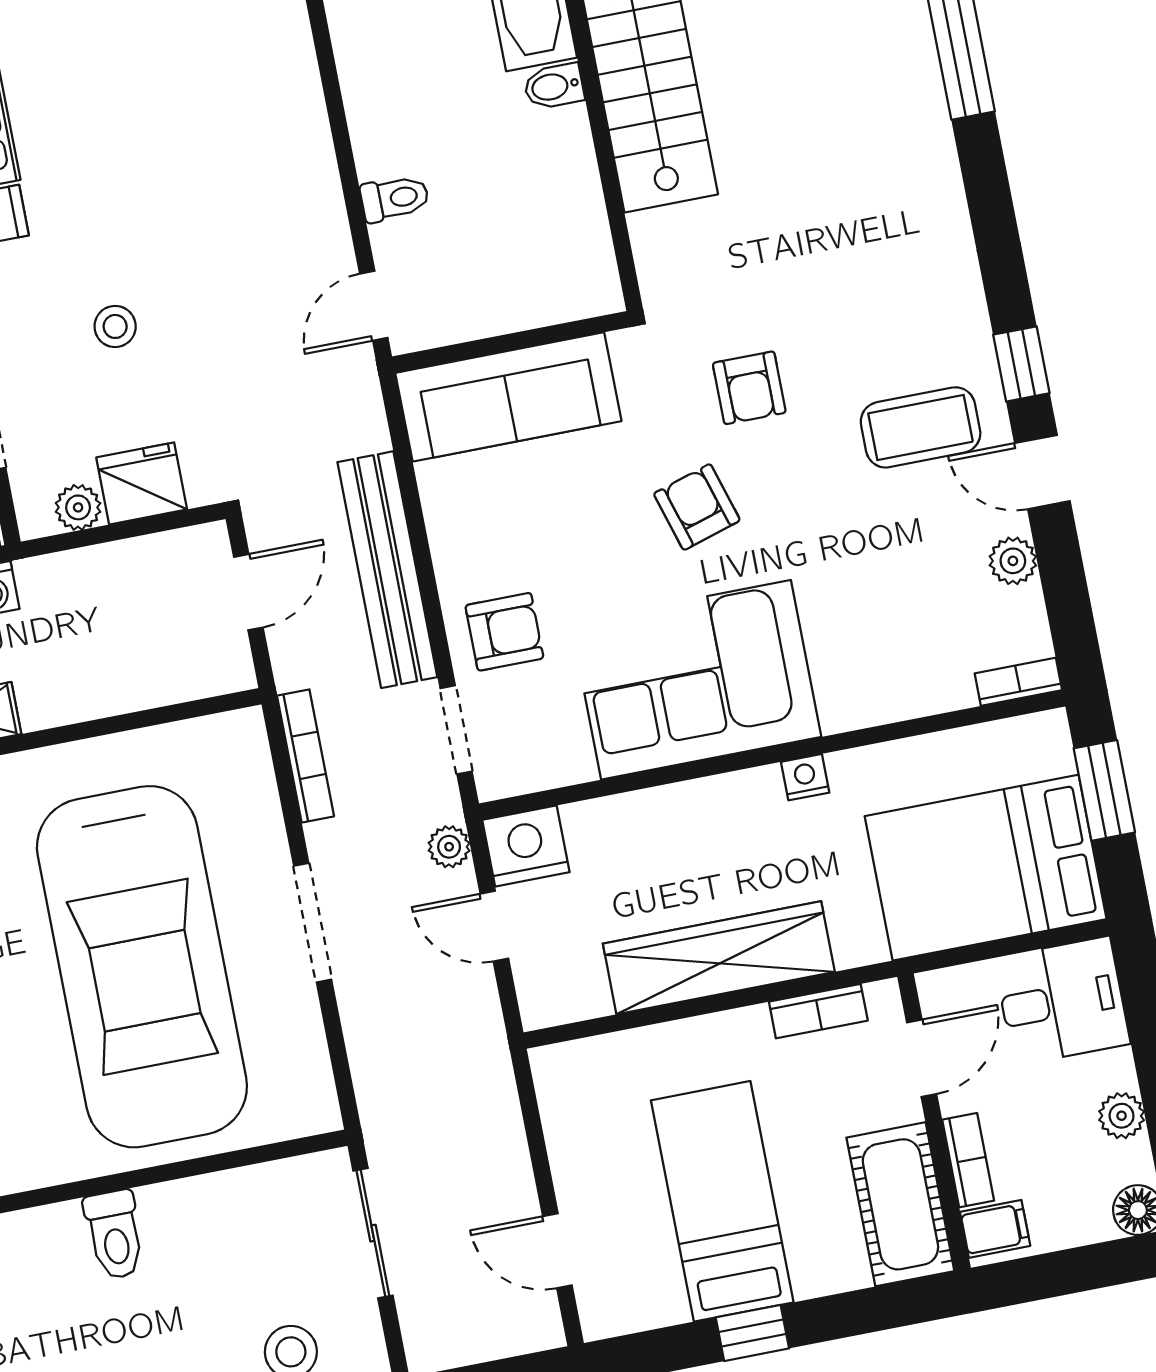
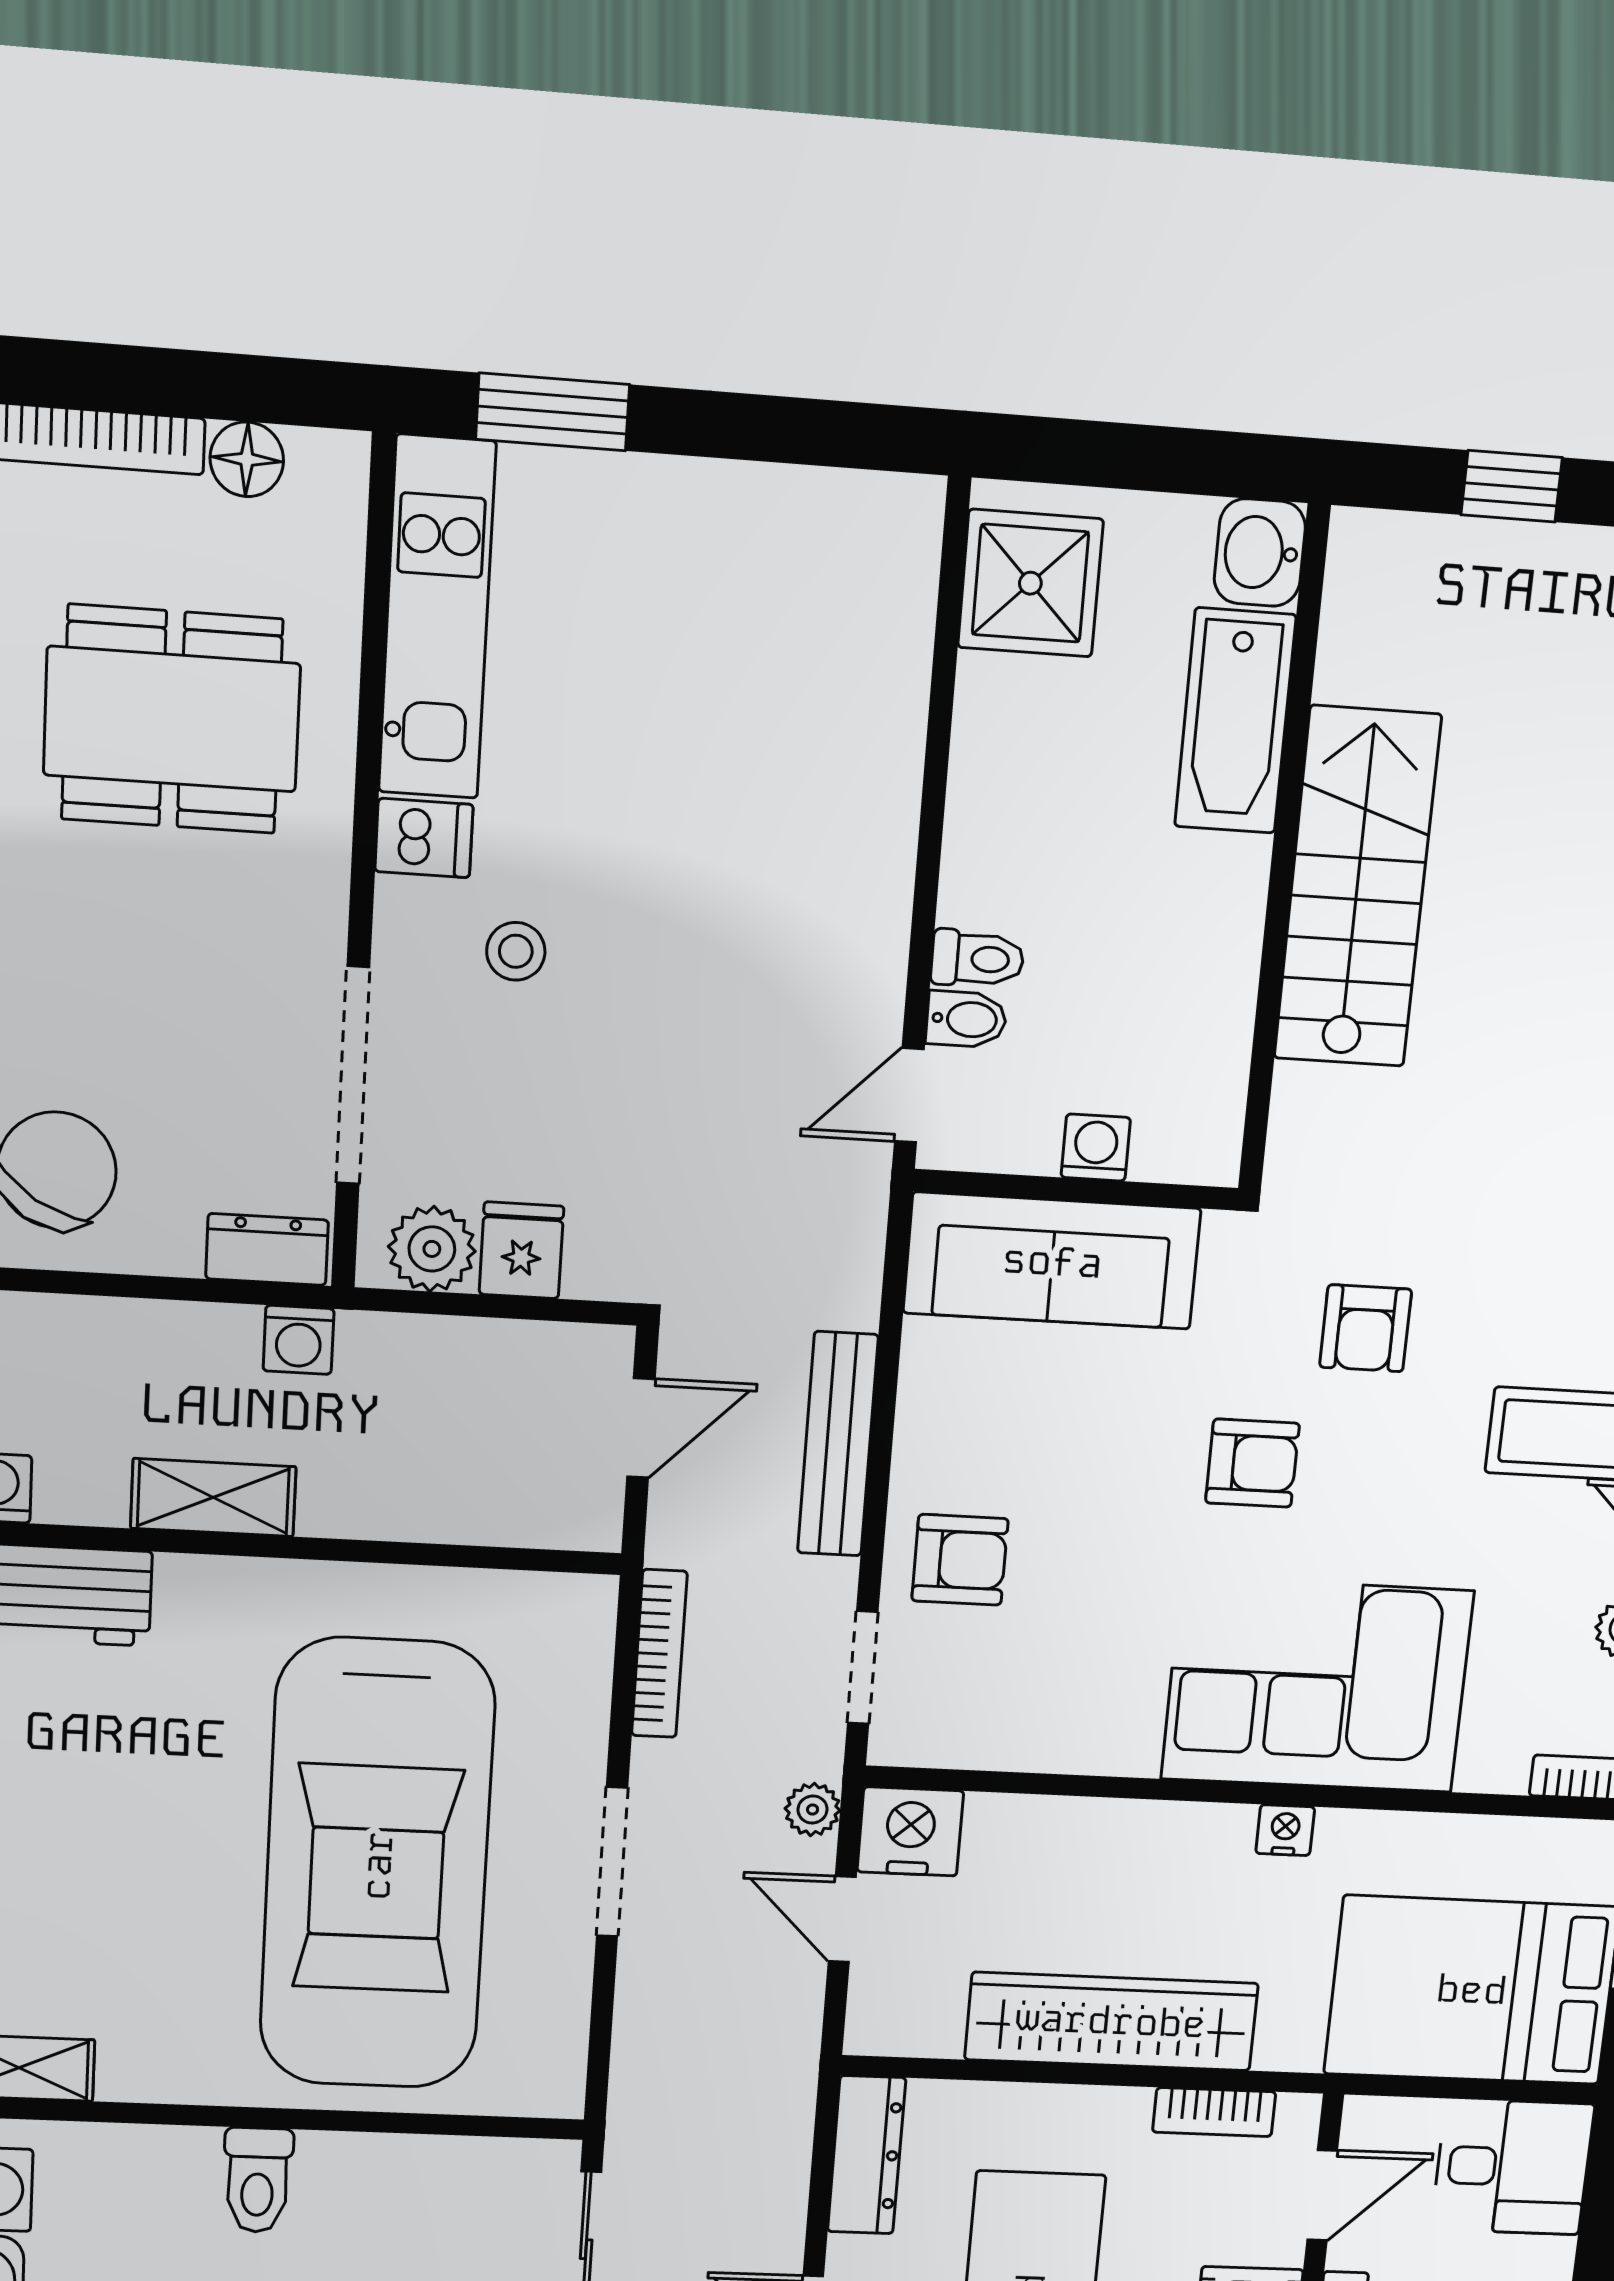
bidet: (554, 86) -> (966, 1019), moved, turned 180
washing machine: (516, 308) -> (1096, 1148), added
stool: (115, 326) -> (516, 951), moved
fridge: (142, 483) -> (521, 1250), width x0.72
plant: (78, 507) -> (432, 1249), width x1.38, depth x1.38
armchair: (697, 507) -> (1252, 1463), turned 107
bench: (387, 570) -> (838, 1444), width x0.73, depth x0.82
corner sofa: (696, 680) -> (1317, 1685), moved
dresser: (564, 1108) -> (867, 2155), added

